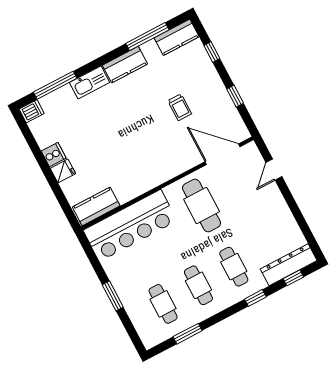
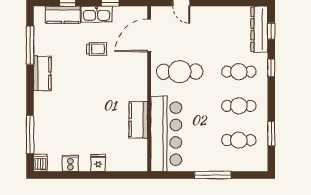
kitchen counter: (177, 37) -> (63, 15), moved, turned 90
kitchen sink: (90, 82) -> (97, 14), moved, turned 90
cooker: (54, 155) -> (70, 163), moved
kitchen counter: (96, 206) -> (138, 120), moved
window: (113, 296) -> (213, 175), width x1.44

